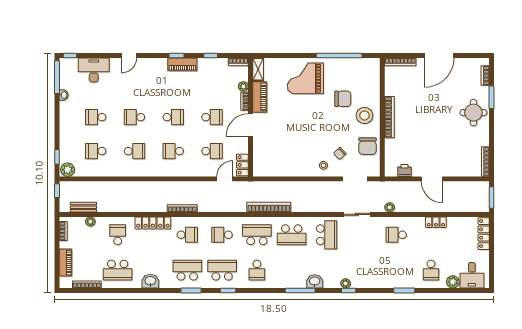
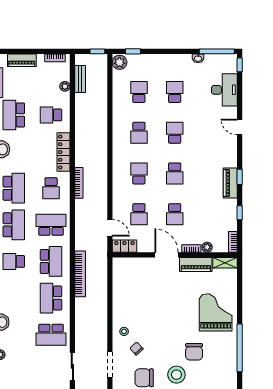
school desk: (118, 235) -> (51, 115), turned 180
school desk: (222, 235) -> (51, 225), width x1.85

